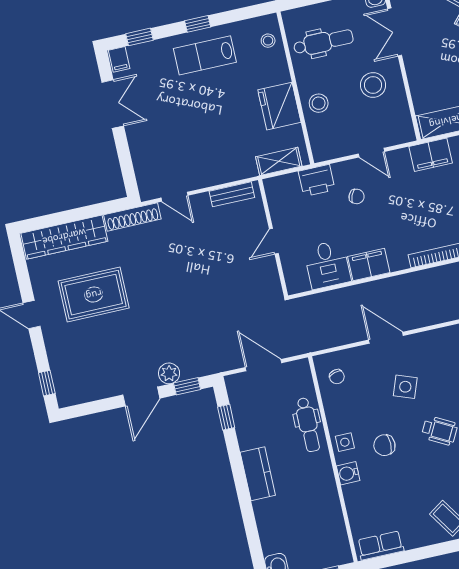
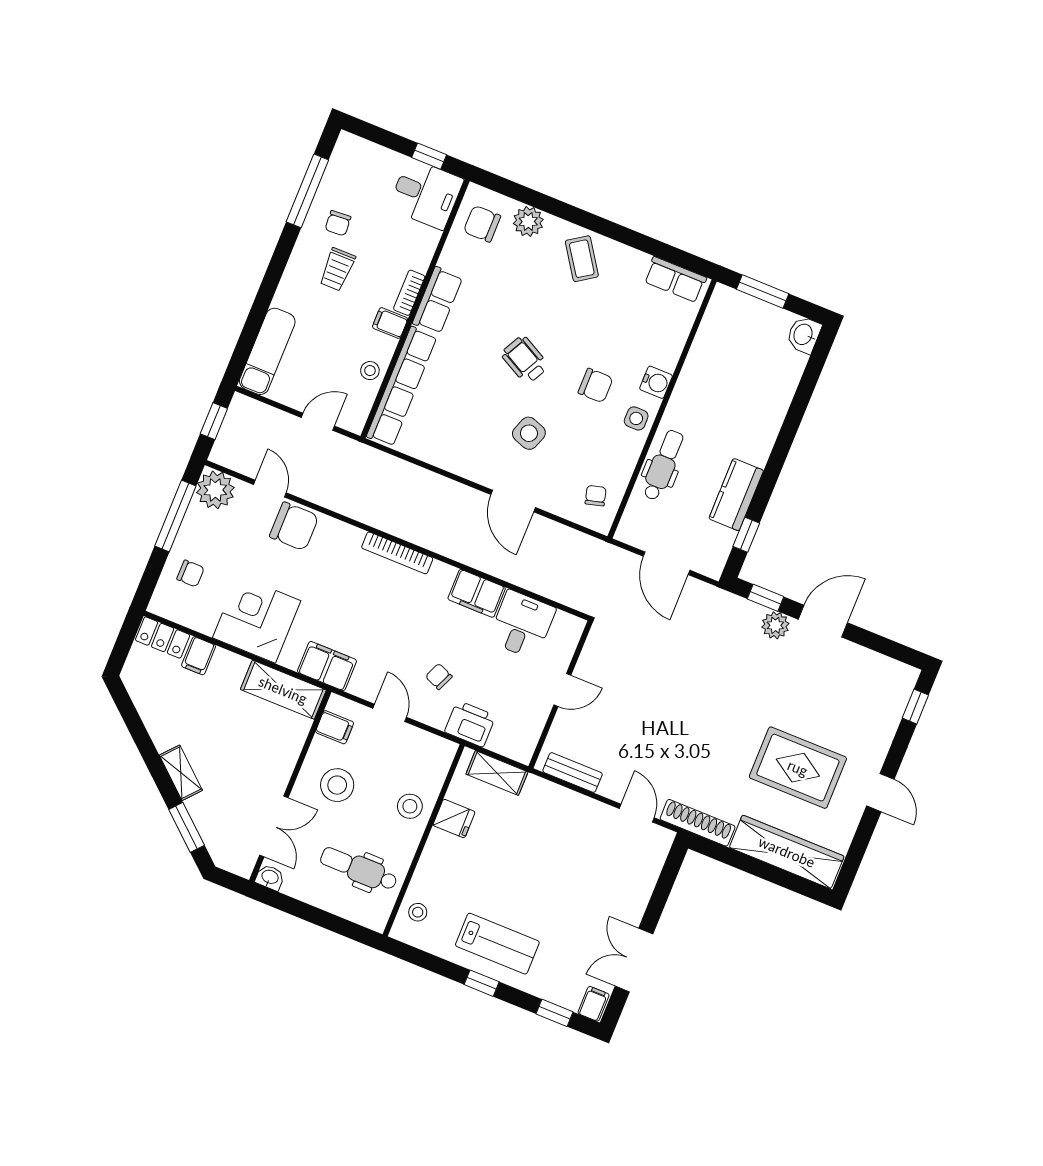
fridge: (279, 106) -> (454, 819), width x0.53, depth x0.75
filing cabinet: (400, 120) -> (335, 727), added
kitchen counter: (258, 474) -> (736, 495), moved

